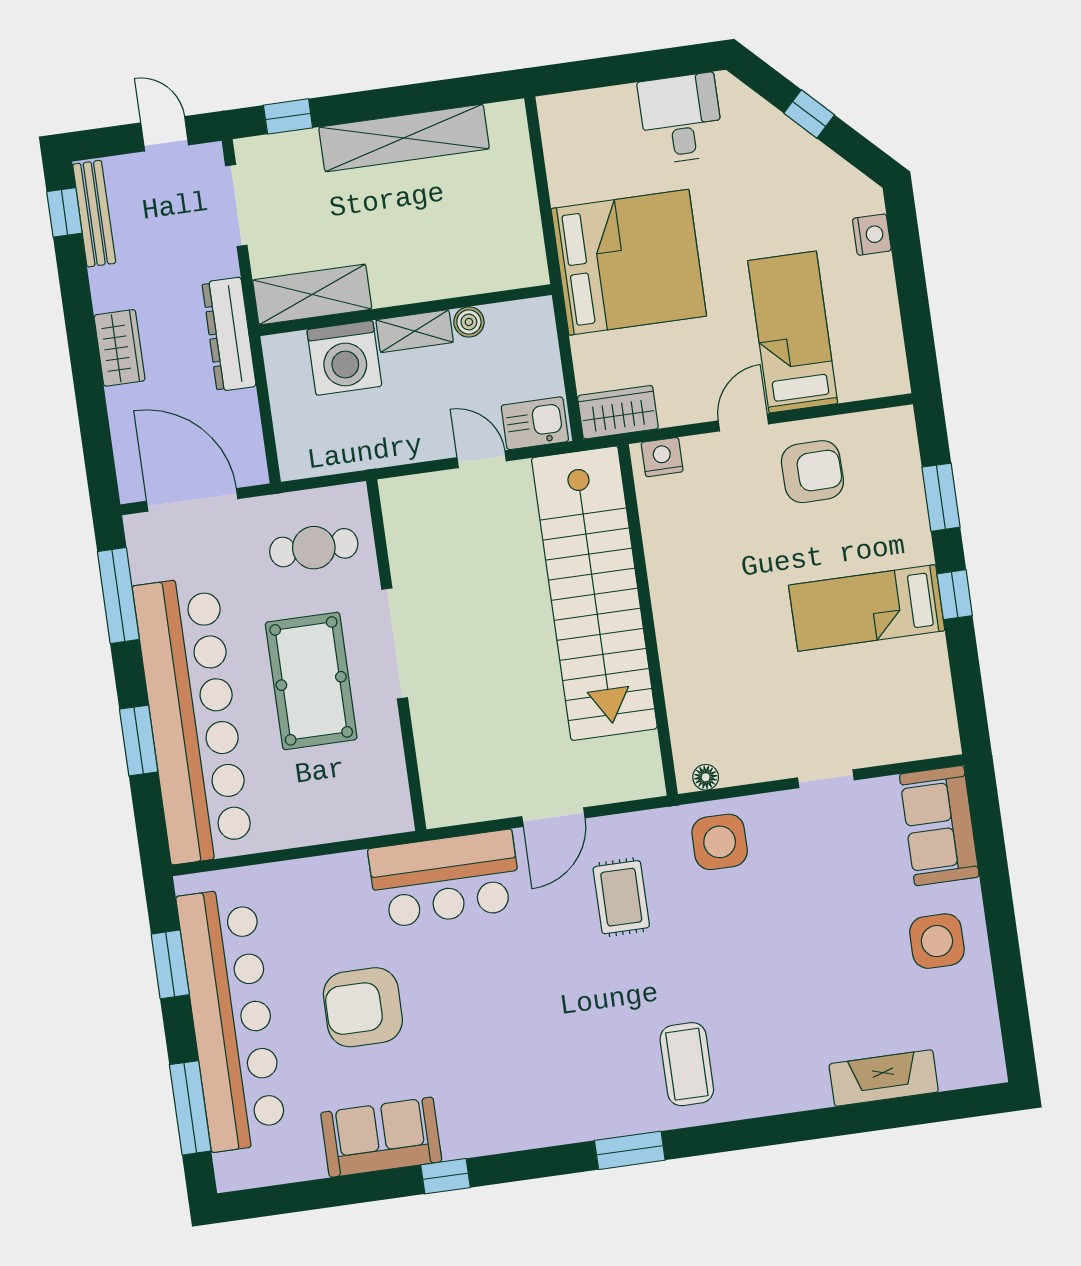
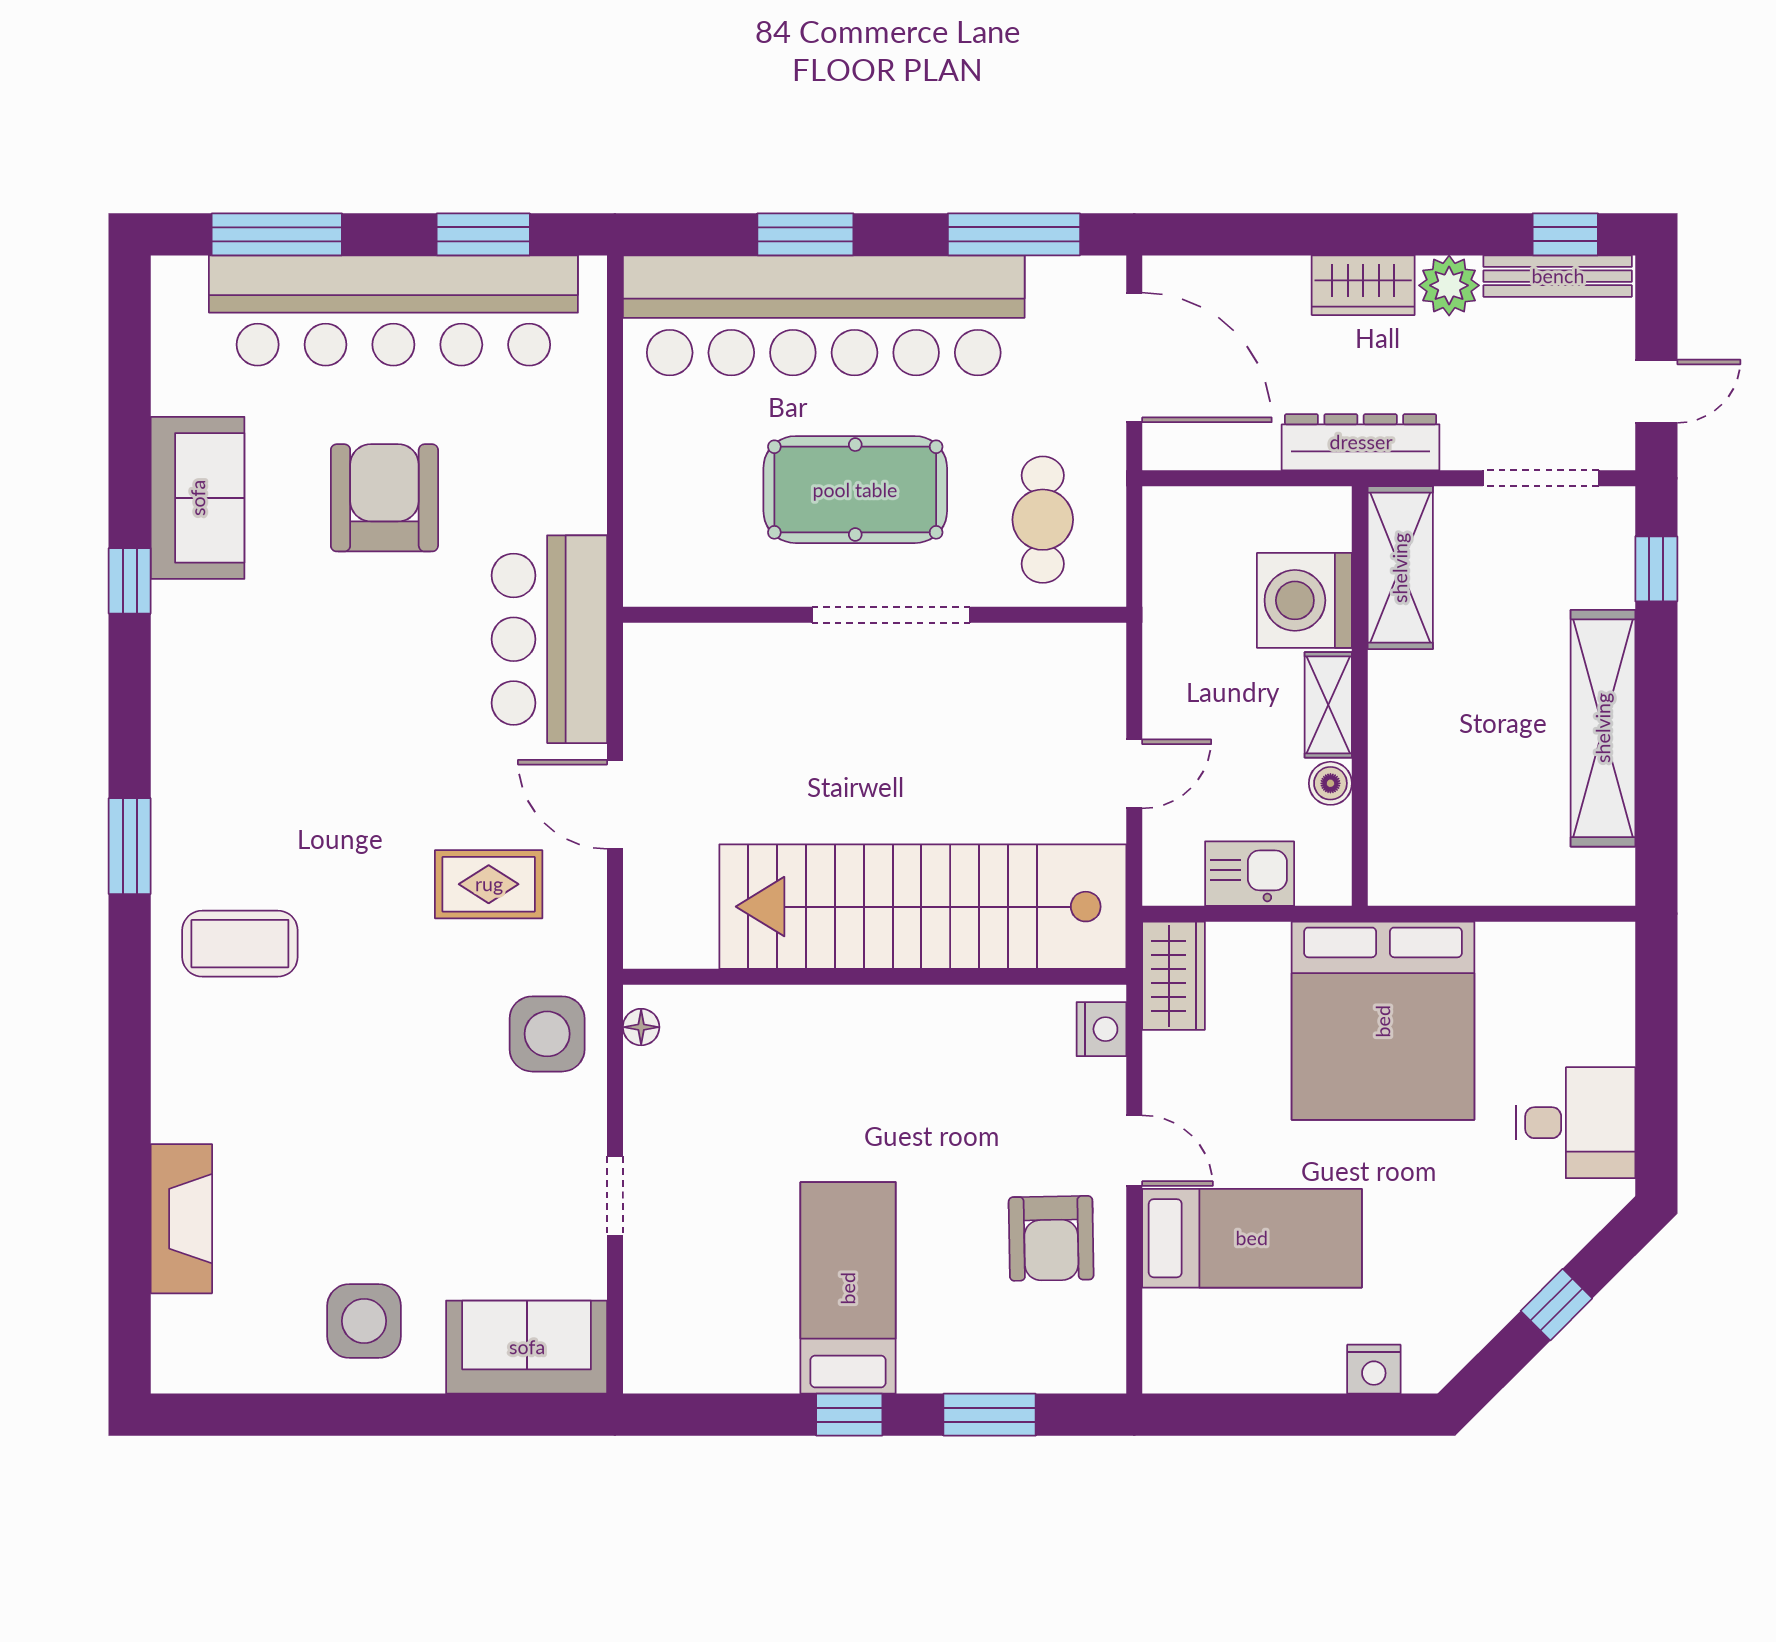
plant: (111, 288) -> (1449, 285), added
kitchen sink: (535, 423) -> (1250, 874), moved, turned -90
door: (192, 500) -> (1134, 357), hinge flipped

